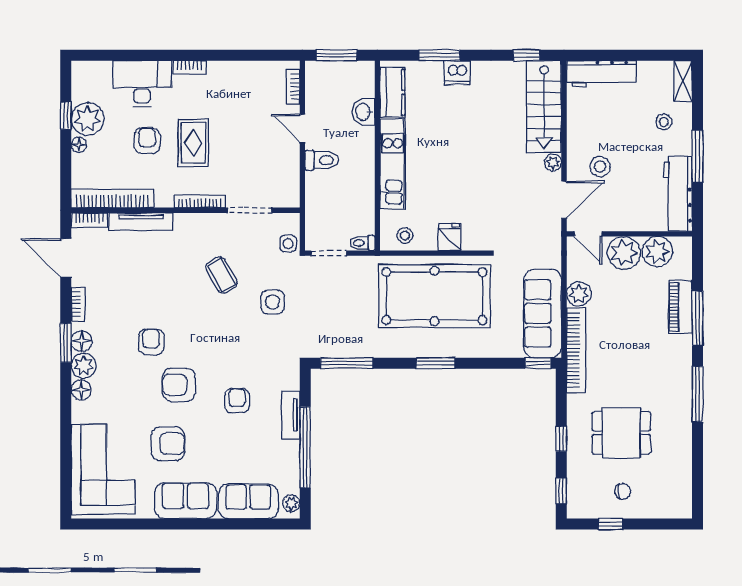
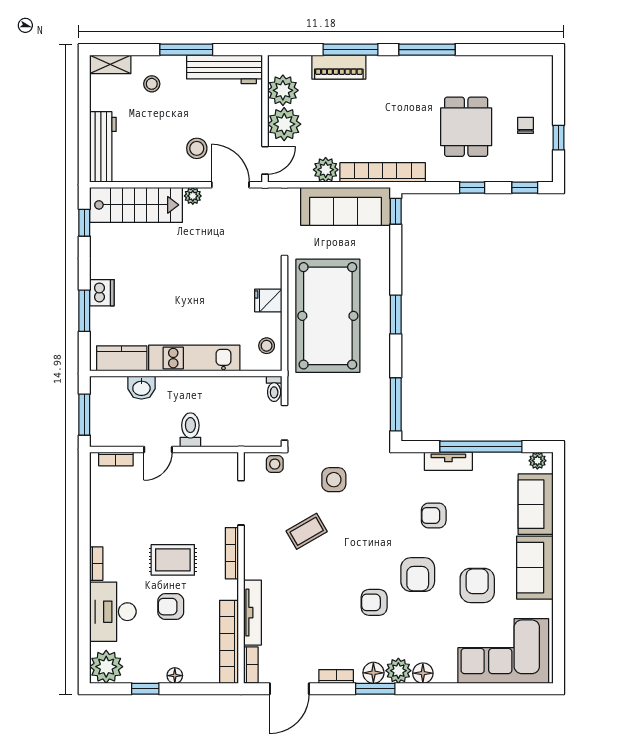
plant: (88, 119) -> (106, 667), moved

